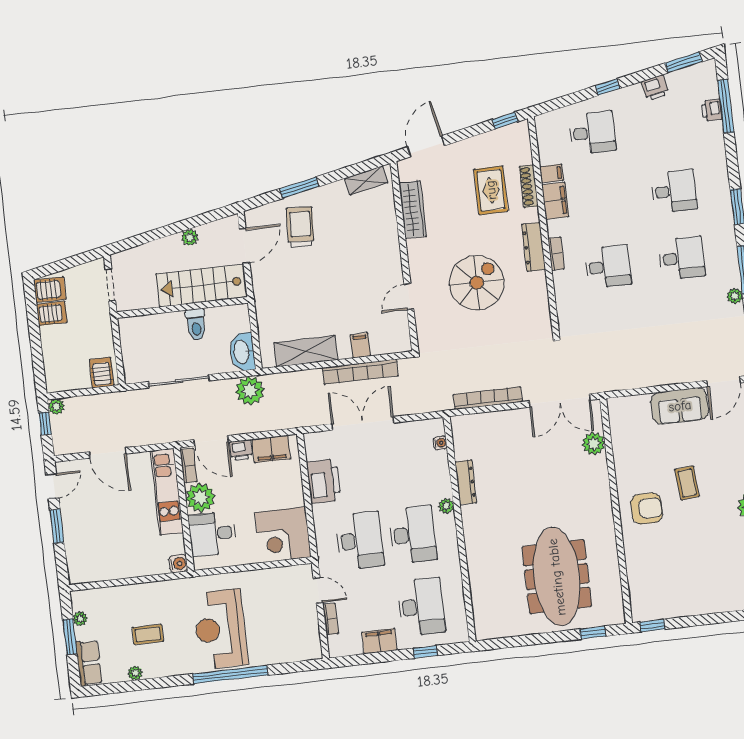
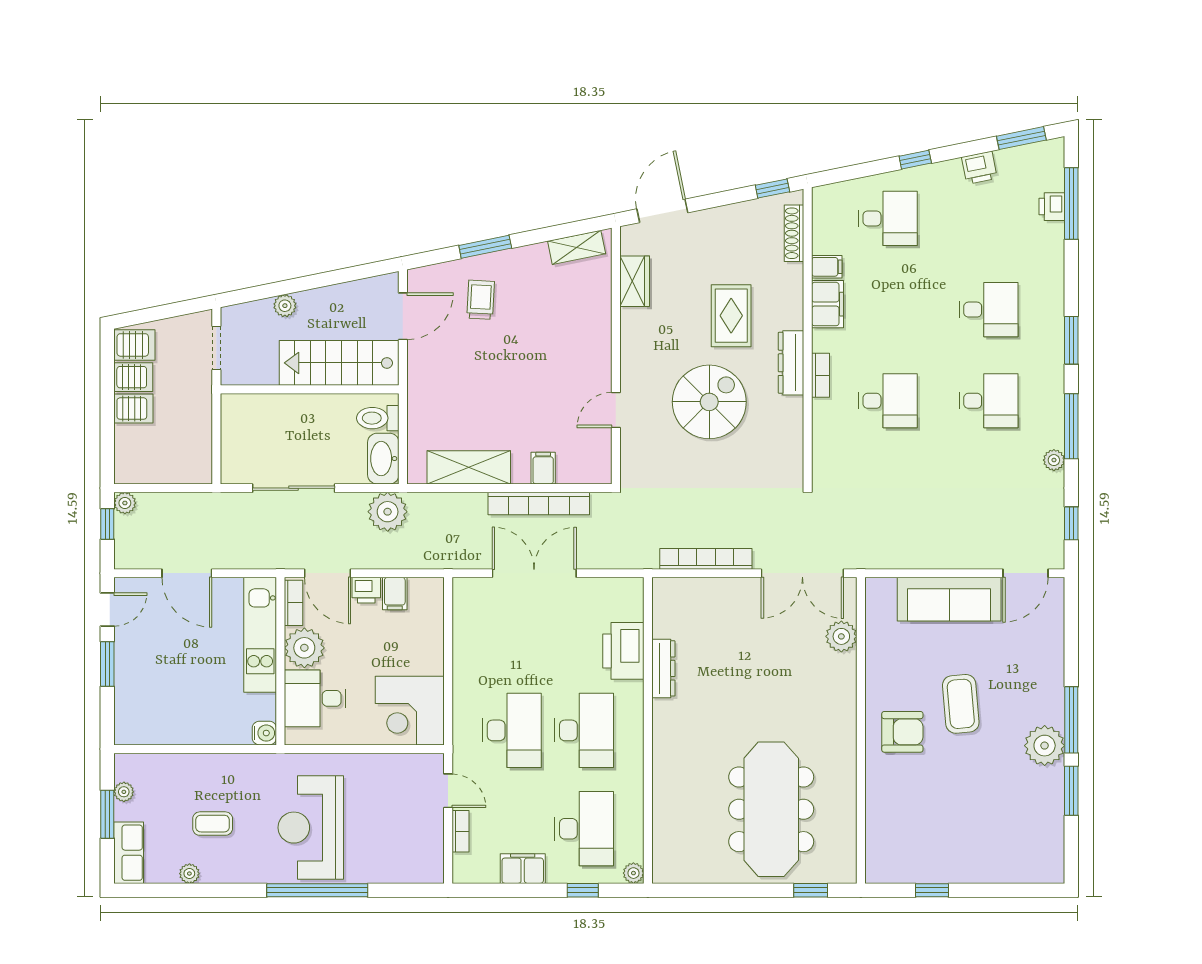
shoe rack: (529, 186) -> (794, 233), moved
rug: (491, 190) -> (731, 316), moved
wardrobe: (413, 210) -> (635, 281), width x0.67
trolley: (300, 227) -> (481, 300), width x0.73, depth x0.72
plant: (190, 237) -> (285, 306), moved
toilet: (196, 325) -> (378, 418), moved, turned 90
server rack: (102, 373) -> (133, 409), moved, turned 90
sofa: (680, 406) -> (949, 599), width x1.36
water cooler: (440, 443) -> (635, 612), removed
filing cabinet: (271, 449) -> (395, 594), width x0.50
printer: (324, 481) -> (623, 651), moved, turned 180
coffee table: (687, 483) -> (961, 704), width x1.36, depth x1.30
plant: (446, 506) -> (633, 873), moved
window: (652, 626) -> (932, 890), moved

